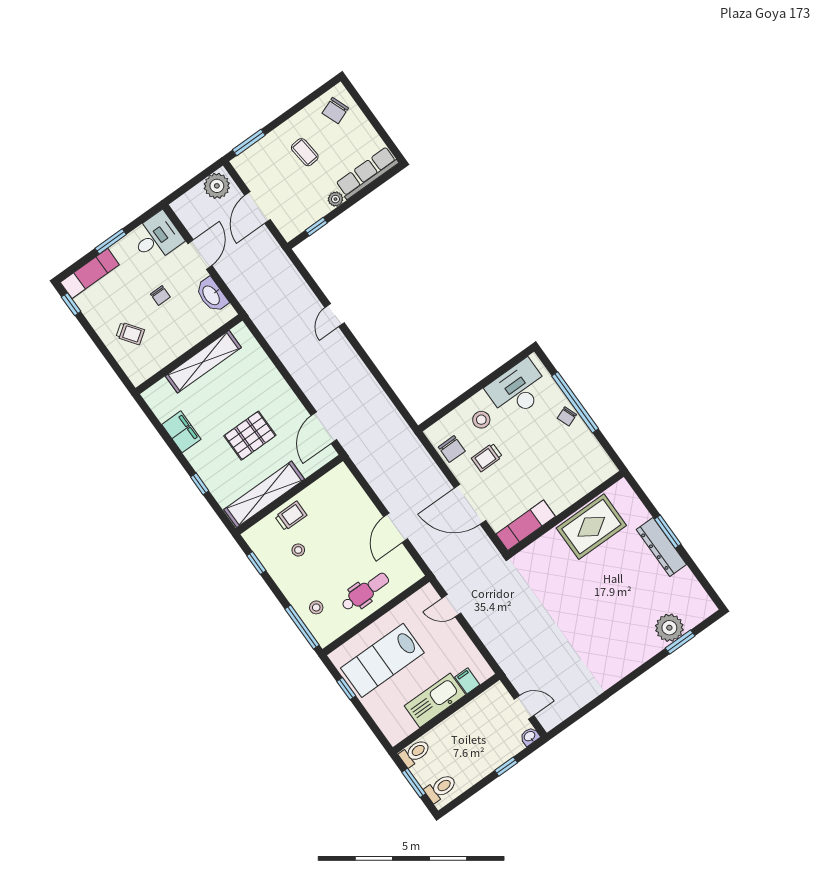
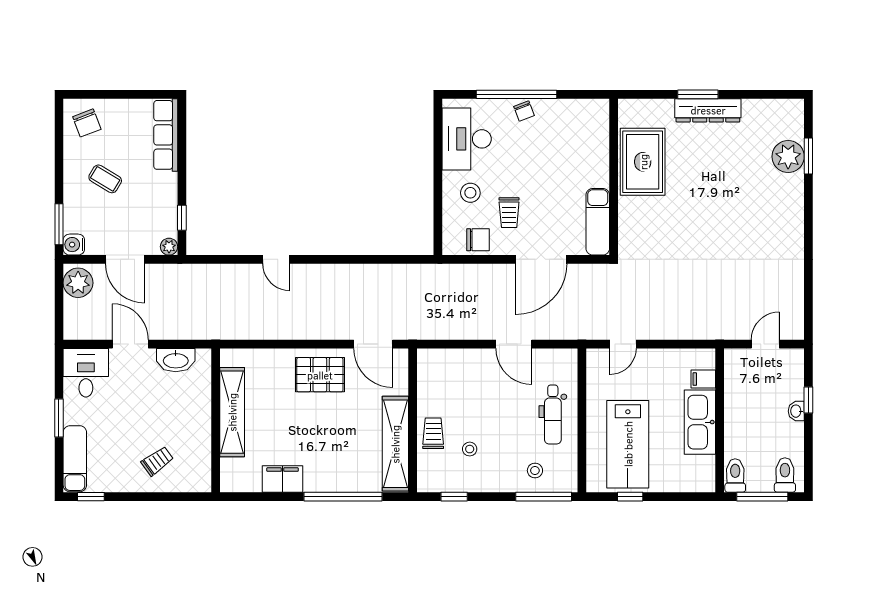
coffee table: (305, 152) -> (105, 179), turned 37
water cooler: (242, 163) -> (74, 245), added
plant: (335, 199) -> (169, 247), moved
chair: (160, 296) -> (142, 408), removed
pallet: (250, 436) -> (320, 375), moved, turned 90
window: (200, 484) -> (343, 497), width x3.17
dental chair: (365, 592) -> (553, 415), turned 180
washbasin: (530, 736) -> (796, 411), moved
window: (414, 783) -> (762, 497), width x1.44

